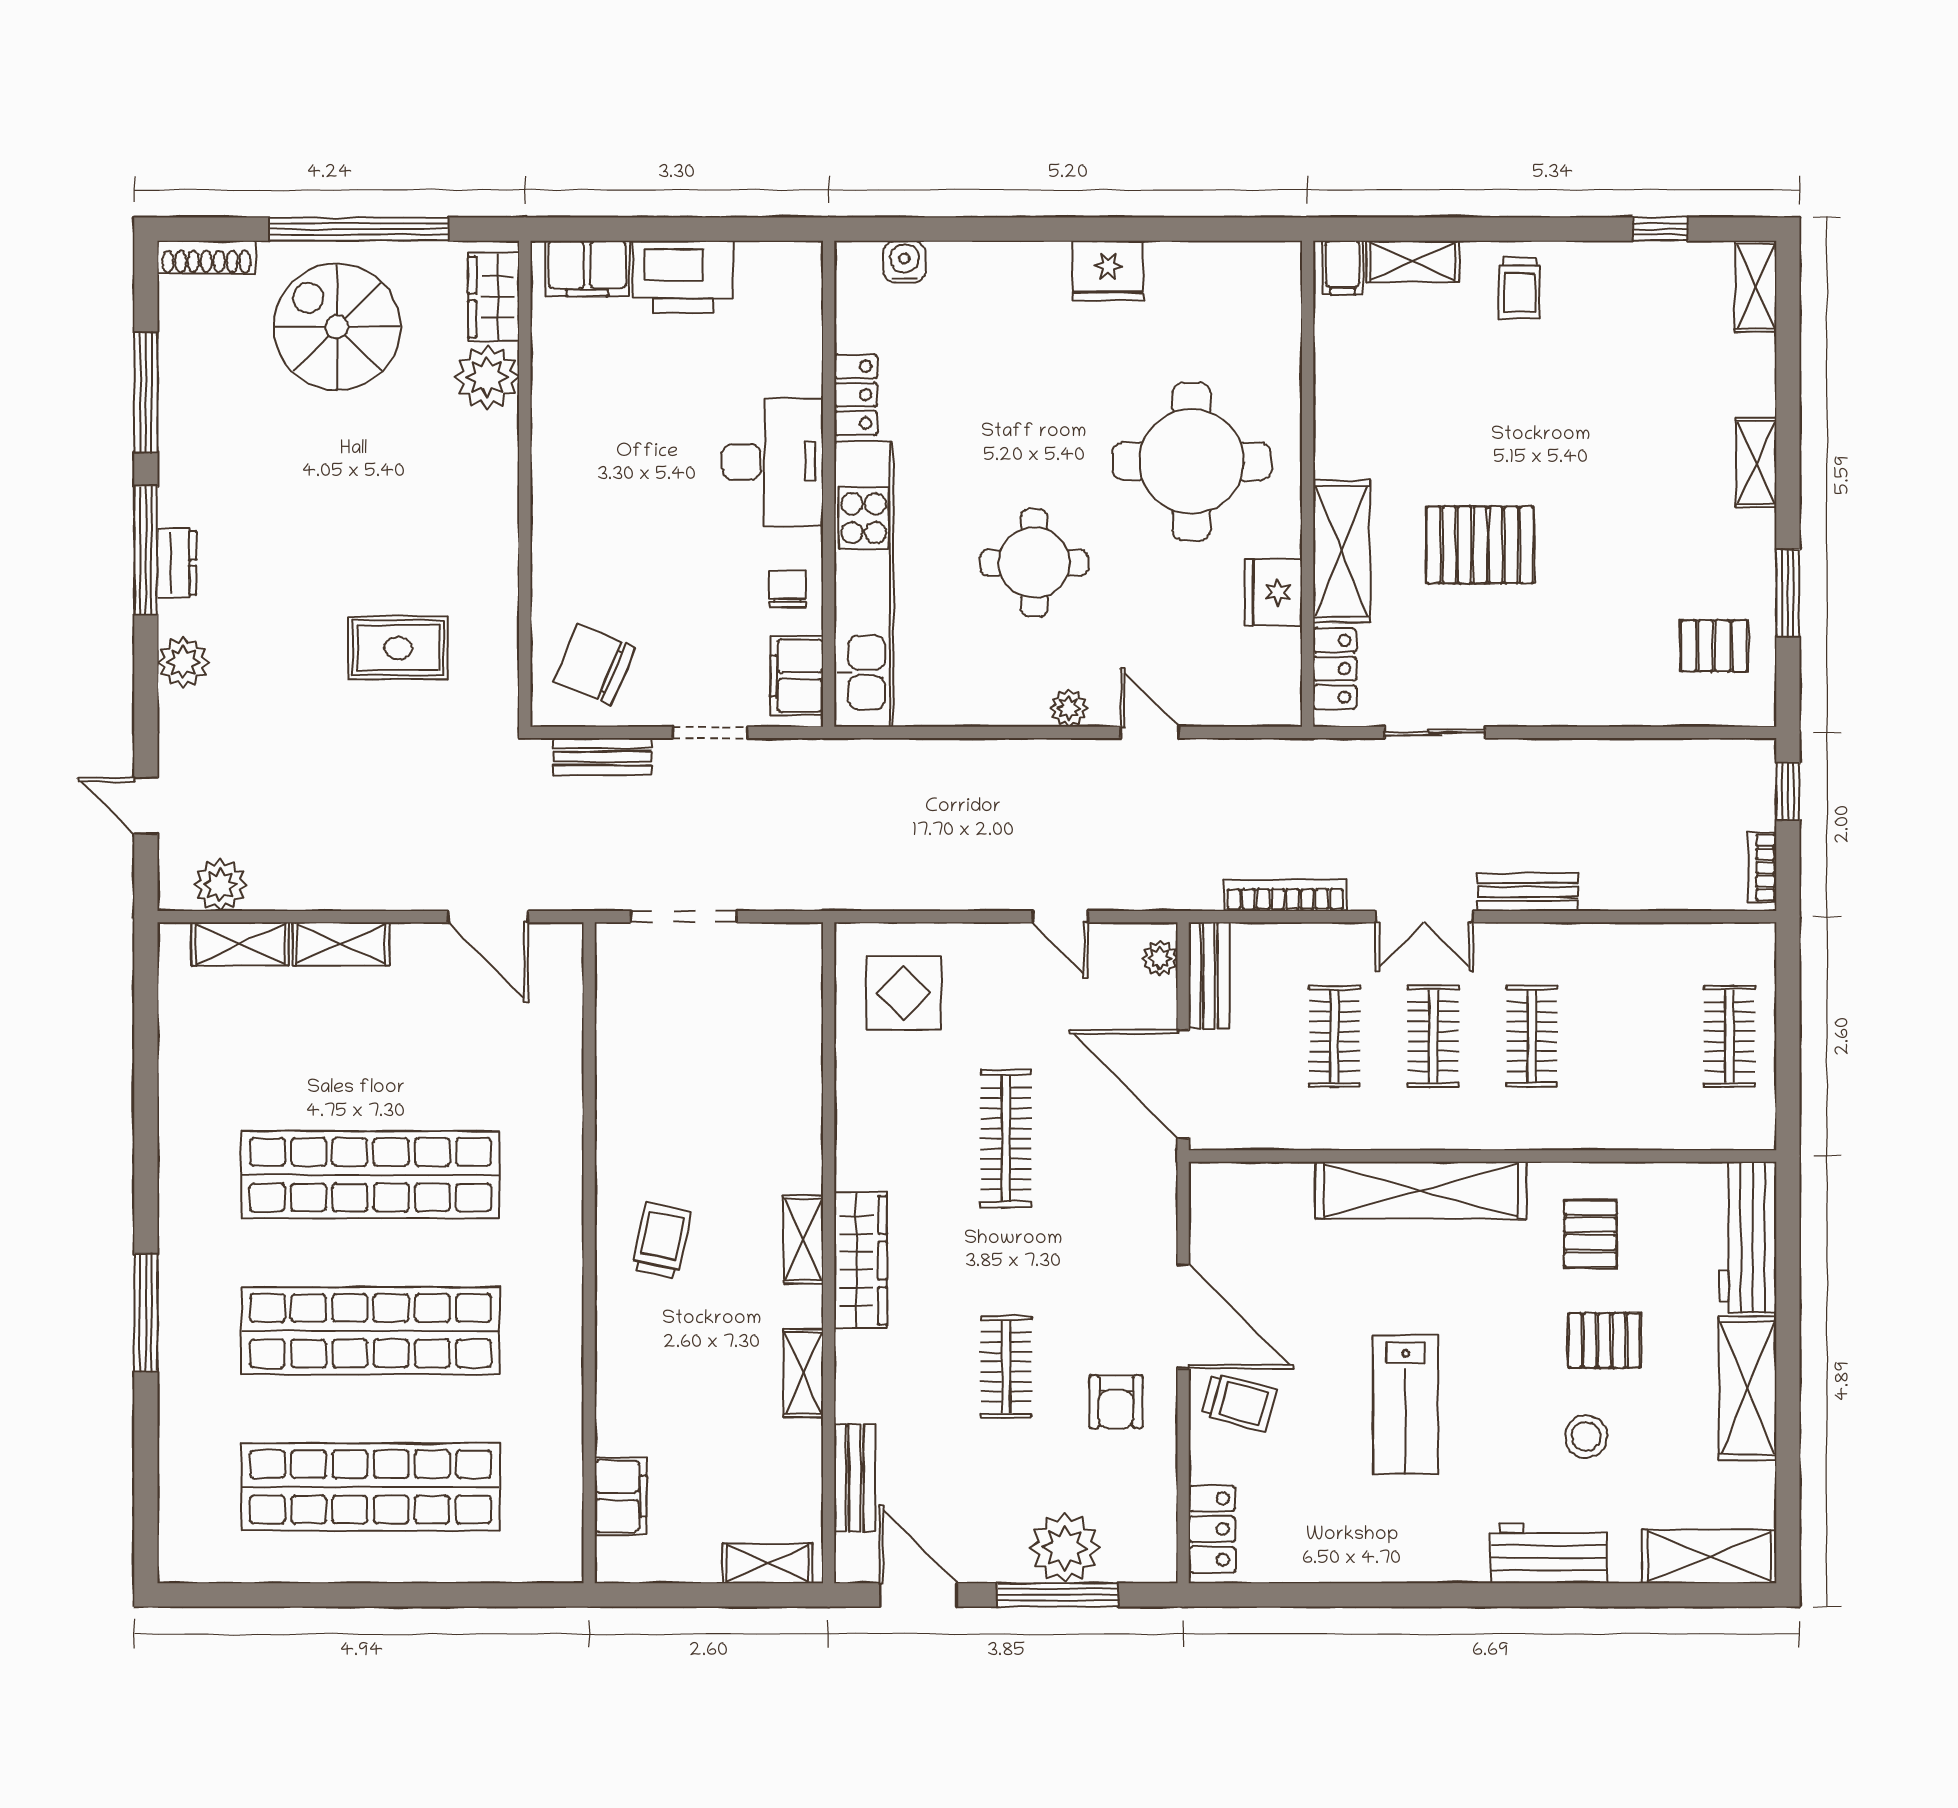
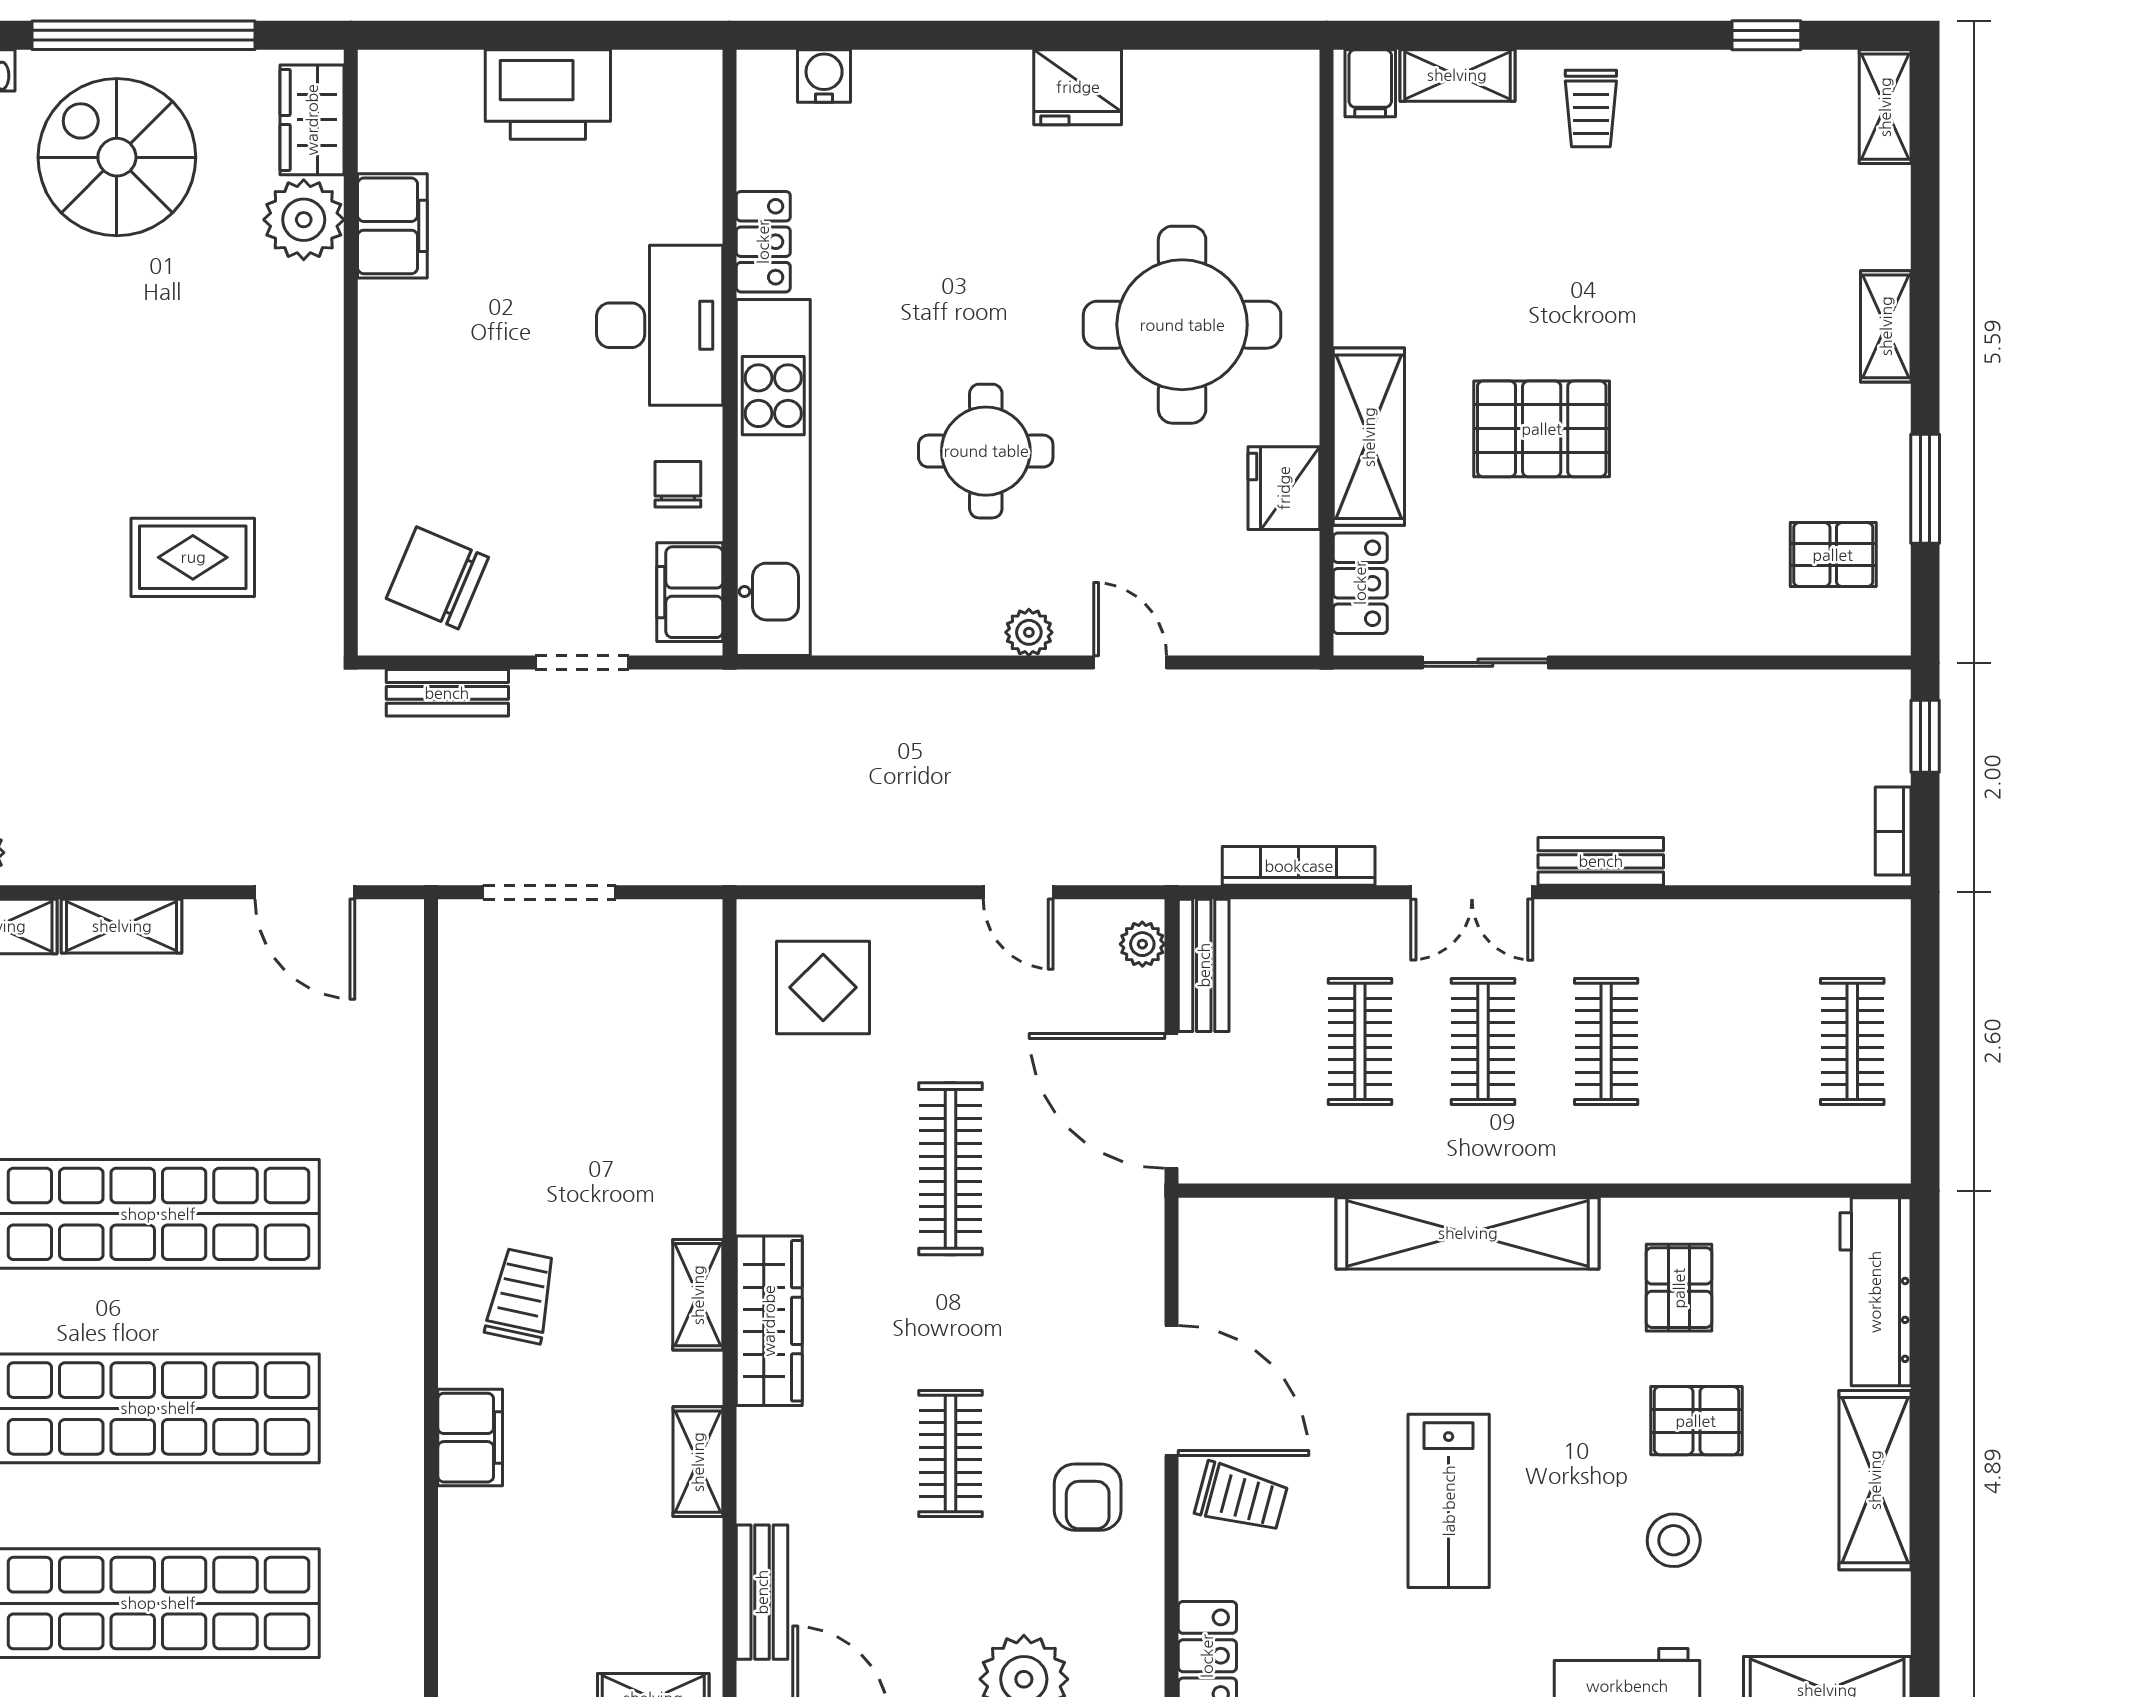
filing cabinet: (587, 269) -> (392, 226), moved, turned -90
filing cabinet: (621, 1496) -> (470, 1438), moved

